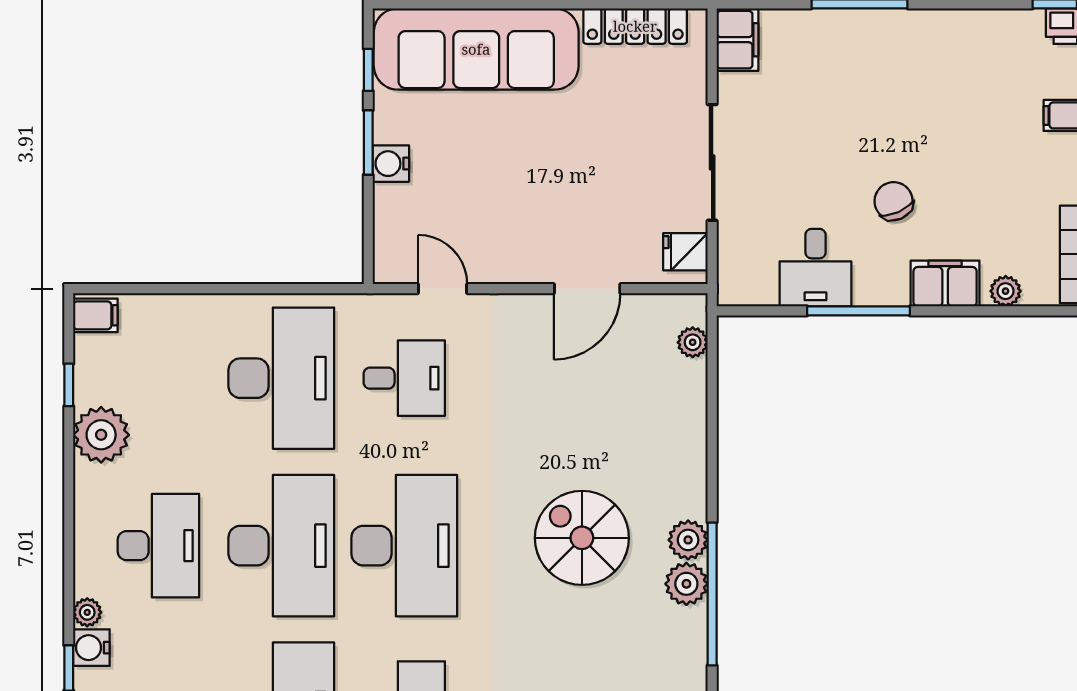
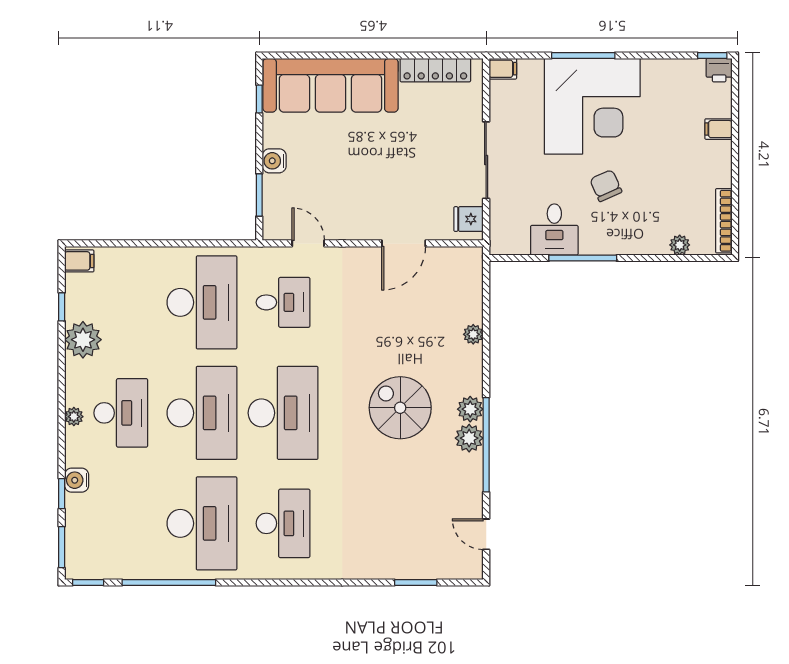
filing cabinet: (737, 40) -> (503, 69), width x0.50
corner desk: (873, 81) -> (592, 106), added
window: (368, 142) -> (259, 195), moved
filing cabinet: (945, 283) -> (640, 240), removed
plant: (693, 342) -> (473, 334), moved
plant: (87, 612) -> (74, 417), moved

